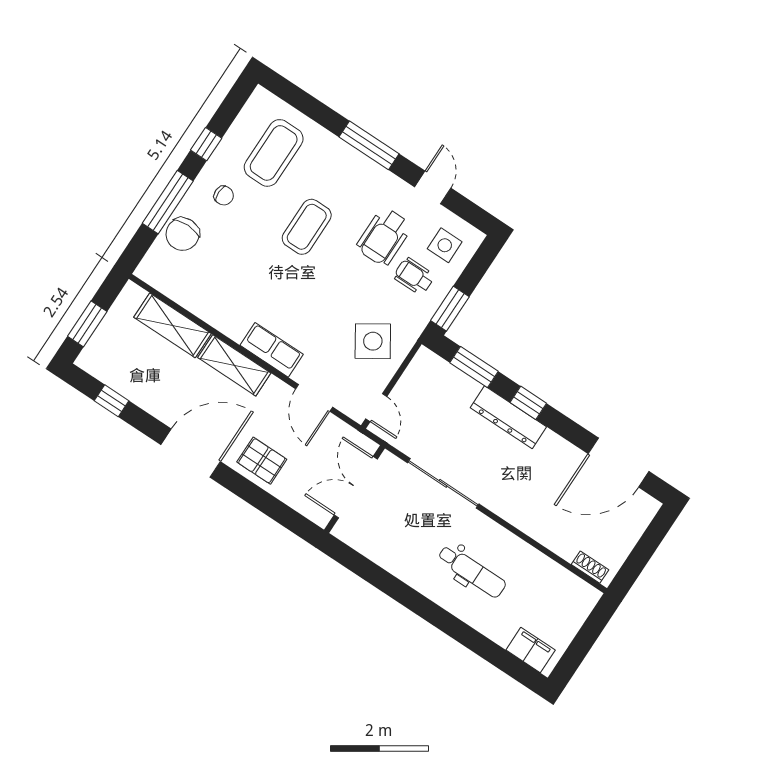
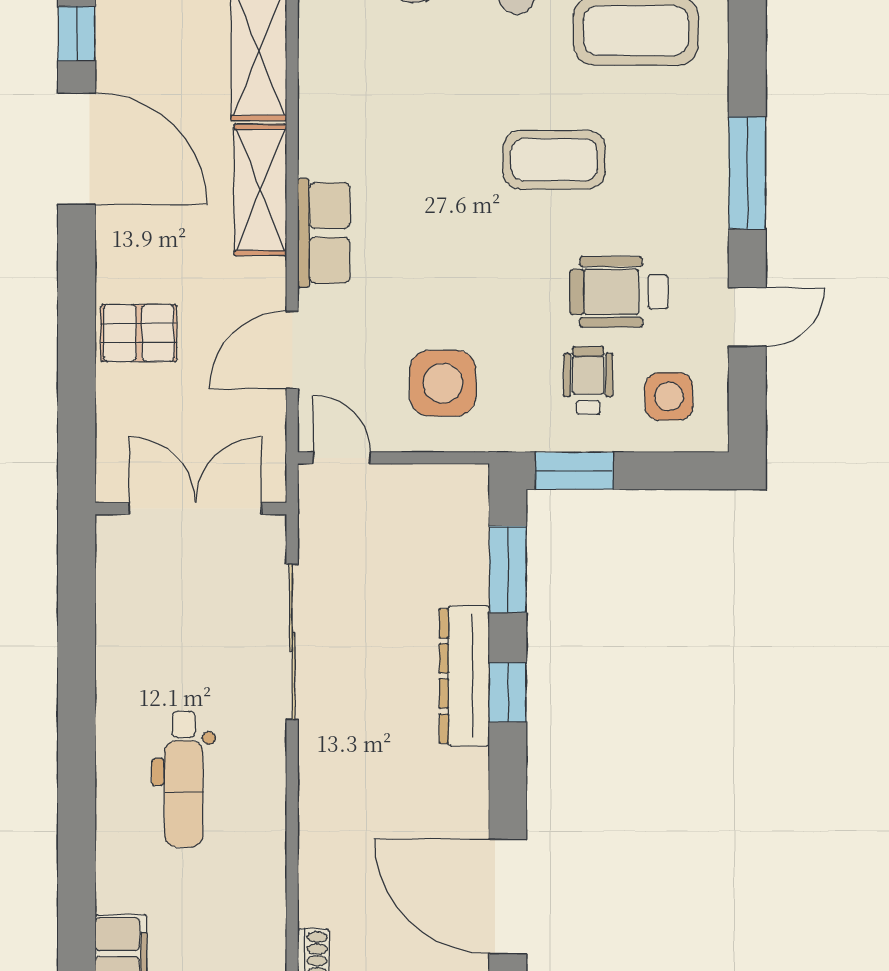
side table: (373, 341) -> (443, 383), turned 33
door: (376, 408) -> (342, 458), swing flipped
door: (191, 453) -> (77, 149), moved
pallet: (262, 461) -> (139, 333), turned 90

